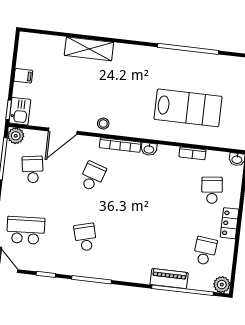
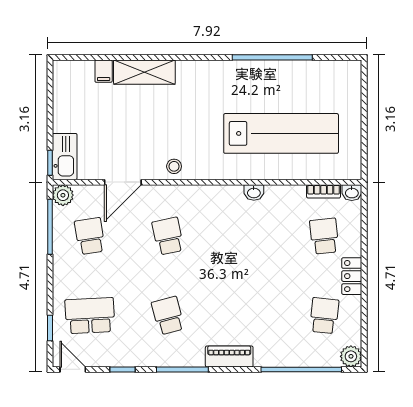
filing cabinet: (23, 76) -> (104, 71), moved, turned 90
lab bench: (188, 108) -> (281, 133), width x1.36
kitchen sink: (20, 111) -> (65, 157), width x1.38
bookcase: (120, 145) -> (199, 191), removed
washbasin: (149, 149) -> (254, 193), moved
bookcase: (192, 153) -> (324, 191), moved
school desk: (92, 176) -> (168, 236), turned -30
piano: (169, 279) -> (229, 356), moved

